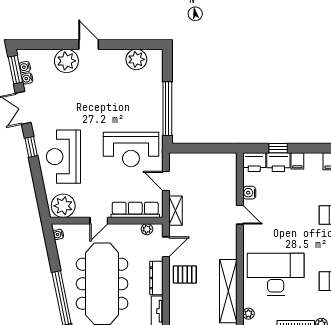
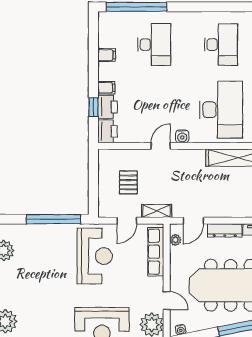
water cooler: (249, 193) -> (182, 136), moved
door: (99, 221) -> (167, 301), moved
door: (166, 247) -> (193, 221), swing flipped
desk: (276, 274) -> (221, 110), turned 180
pallet: (185, 275) -> (128, 182), moved

